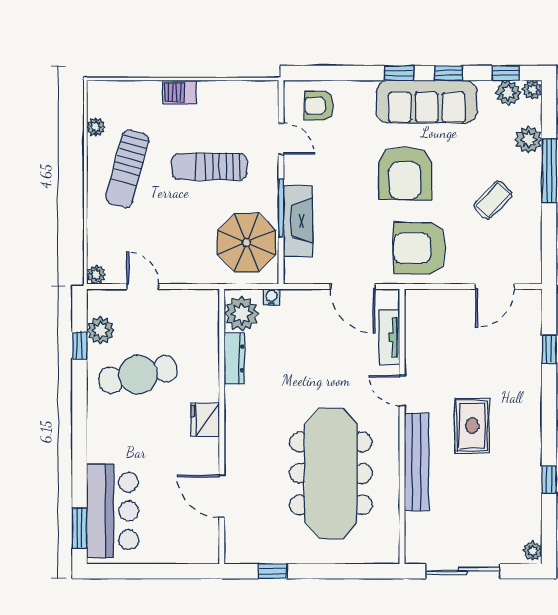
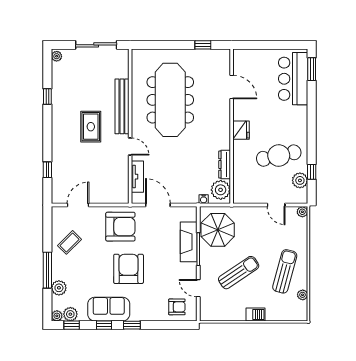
sofa: (427, 102) -> (109, 309), width x0.73
sun lounger: (209, 167) -> (239, 273), turned -34
coffee table: (493, 200) -> (69, 242), moved

